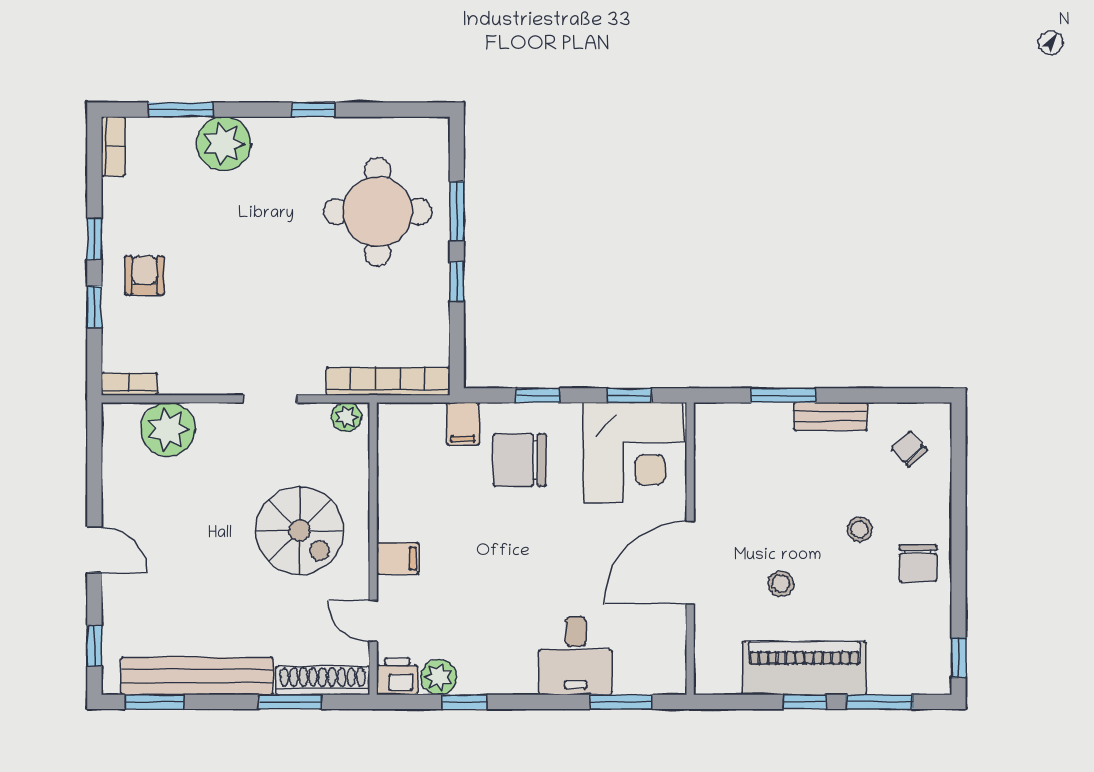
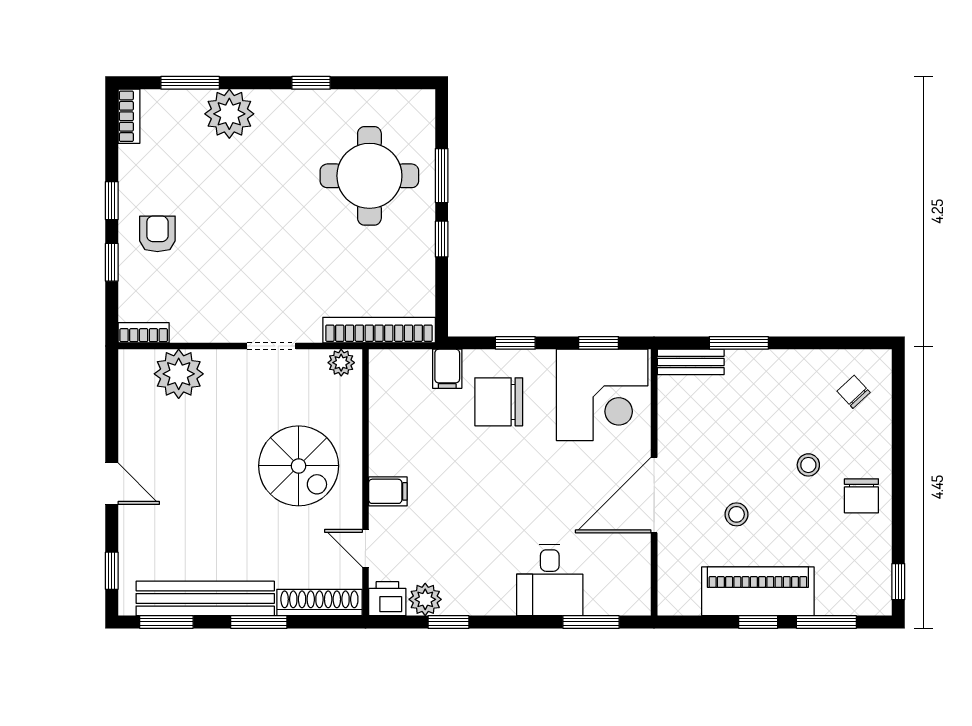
bench: (830, 416) -> (691, 362), moved
window: (290, 702) -> (259, 622), moved

